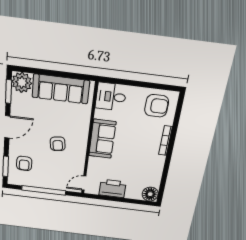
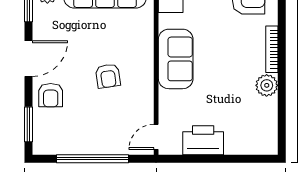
plant: (158, 162) -> (267, 85), added
armchair: (24, 163) -> (51, 95), moved
floor lamp: (150, 194) -> (265, 142), removed

